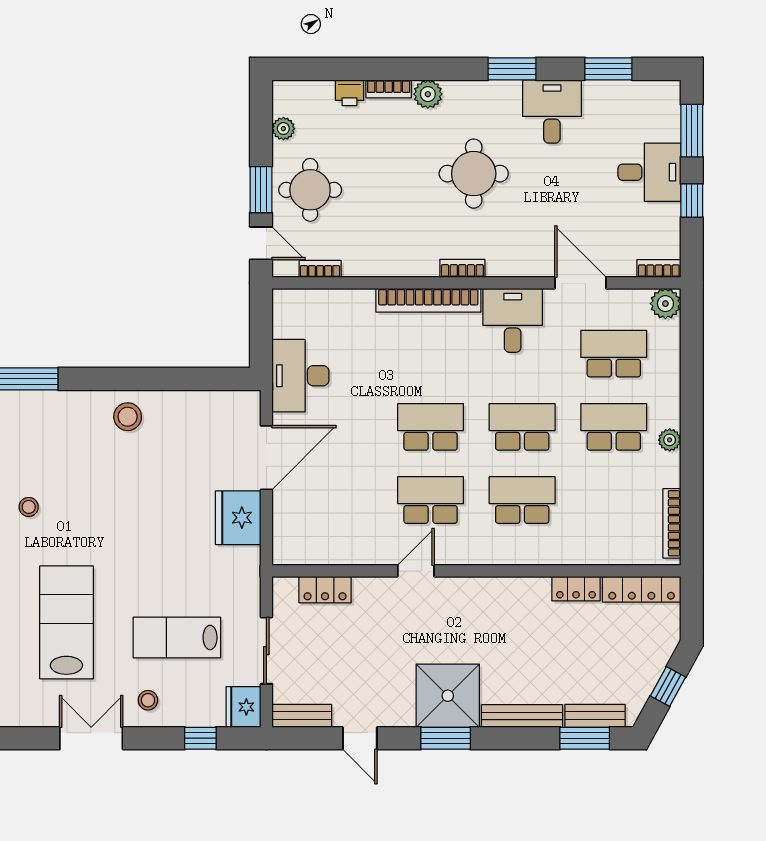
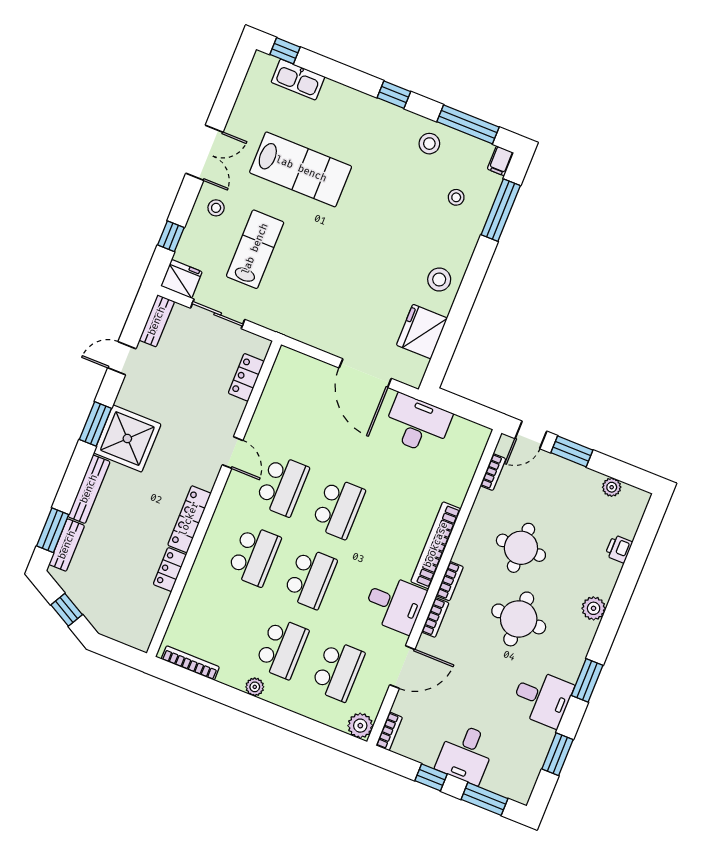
bookcase: (389, 89) -> (435, 617), moved, turned 180
round table: (310, 190) -> (521, 548), moved
stool: (29, 507) -> (456, 197), moved
fridge: (238, 518) -> (422, 332), moved, turned -90
locker: (642, 589) -> (189, 519), moved

